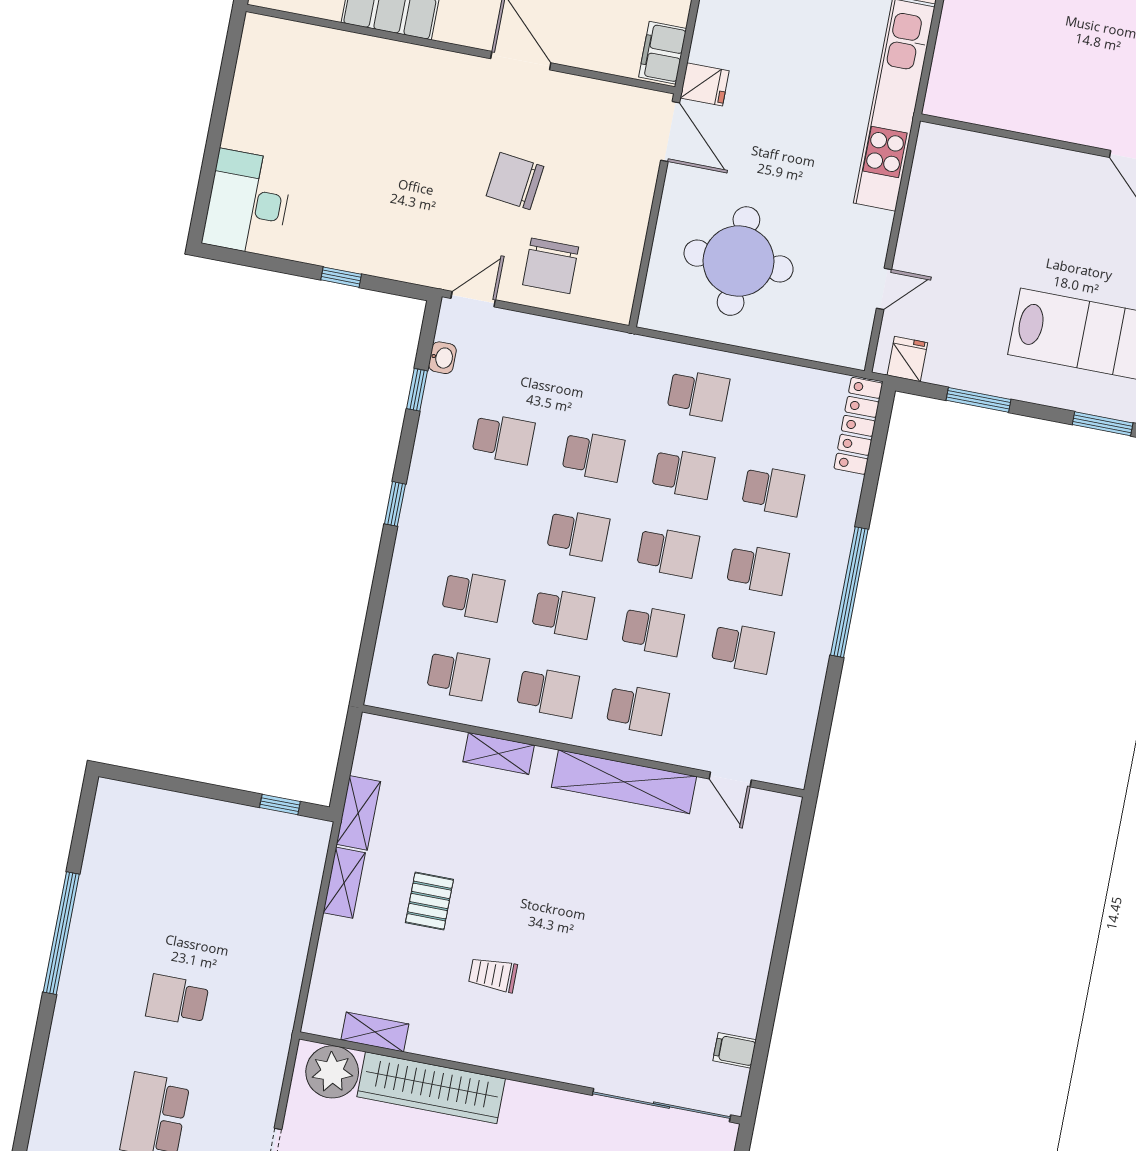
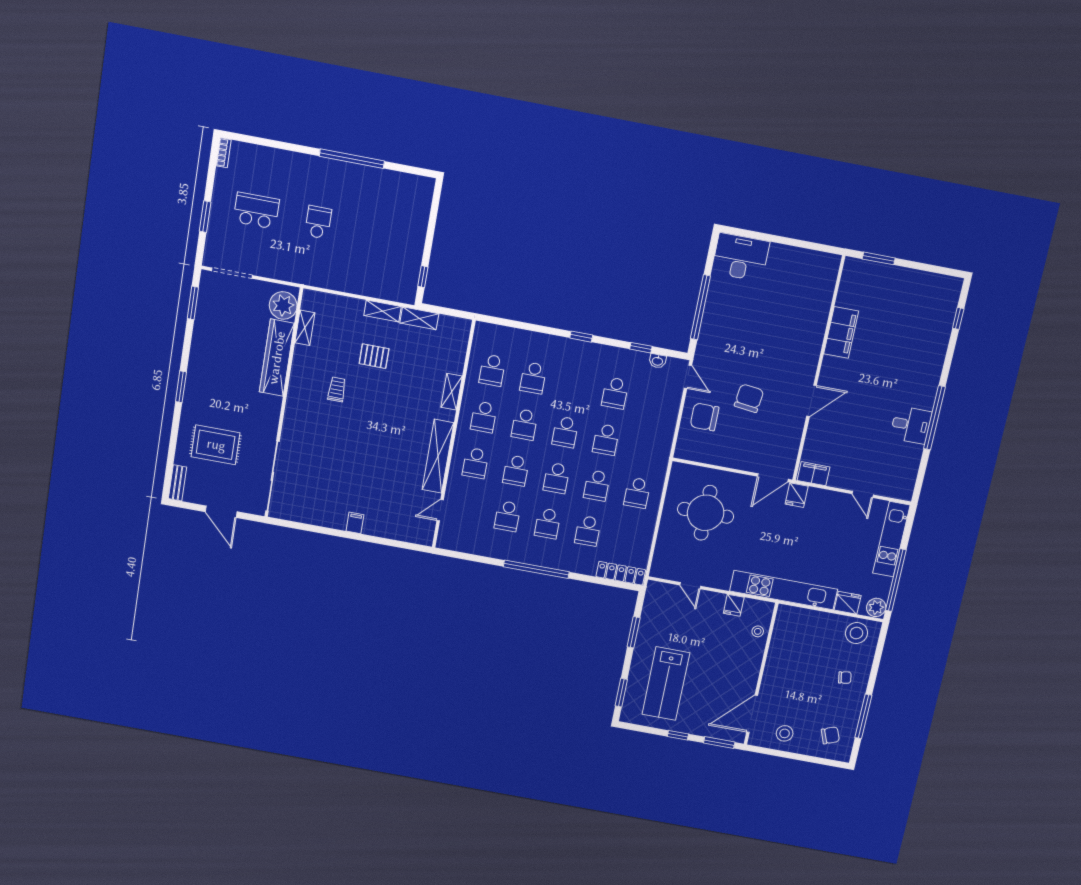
stool: (978, 154) -> (758, 631), added
window: (341, 277) -> (700, 307), width x3.17
fridge: (907, 359) -> (734, 605), moved, turned 90
filing cabinet: (735, 1050) -> (355, 523), moved

